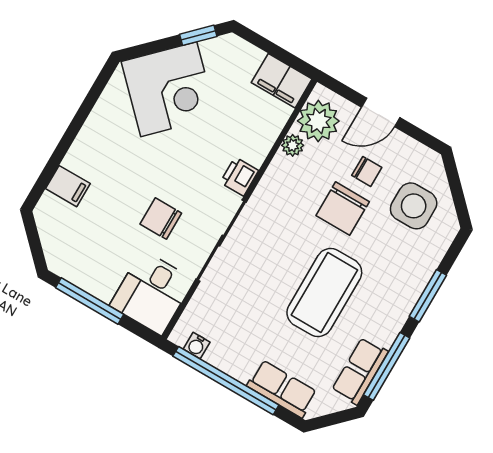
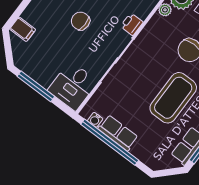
filing cabinet: (68, 186) -> (23, 29), moved
chair: (161, 219) -> (81, 21), moved
row of seats: (282, 389) -> (118, 133), moved

